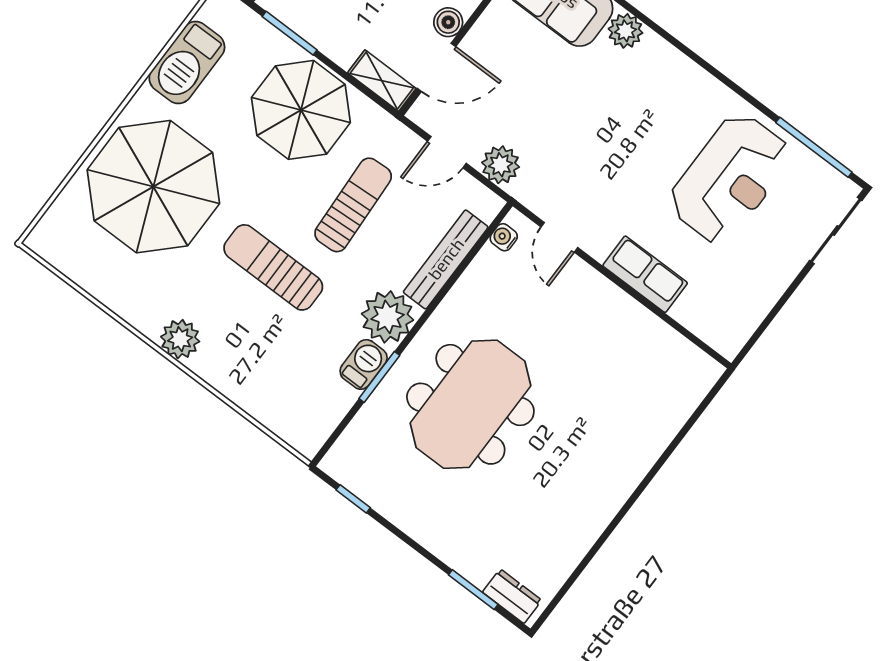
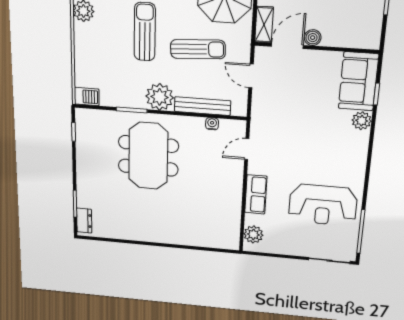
door: (436, 67) -> (287, 46), swing flipped
plant: (501, 165) -> (253, 234), moved
water cooler: (504, 237) -> (212, 124), moved
barbecue: (364, 364) -> (87, 97), moved
meeting table: (470, 404) -> (148, 156), turned 90

